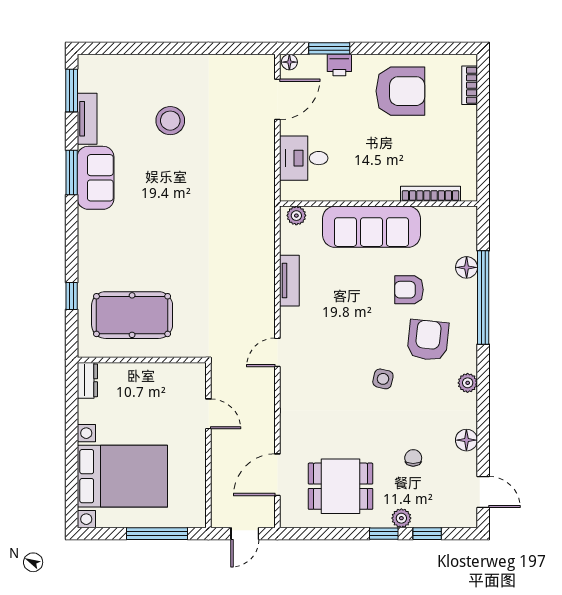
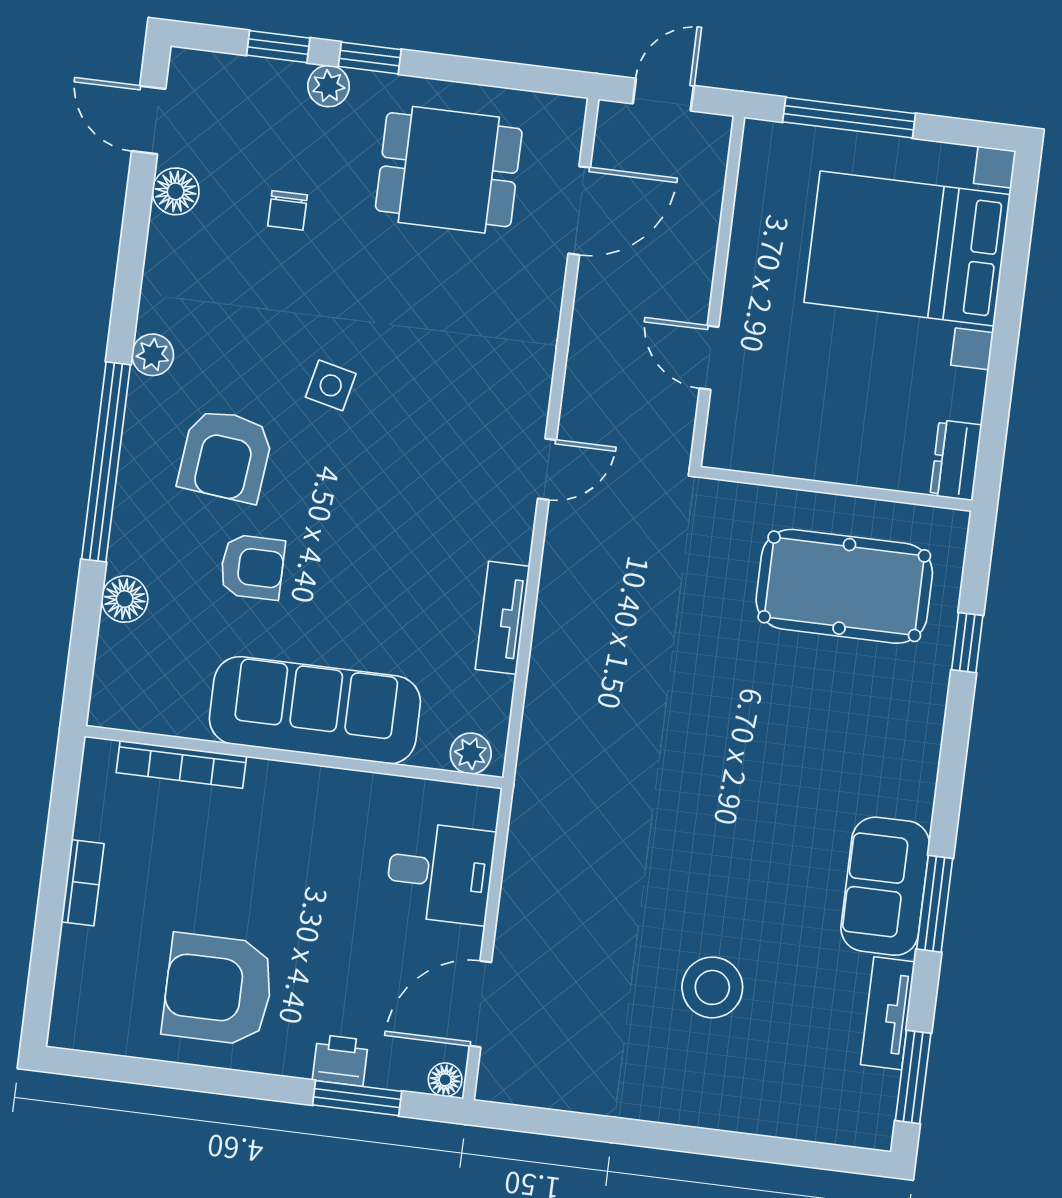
bookcase: (470, 85) -> (83, 883), moved
window: (483, 297) -> (106, 462), moved
floor lamp: (466, 440) -> (176, 191), moved

